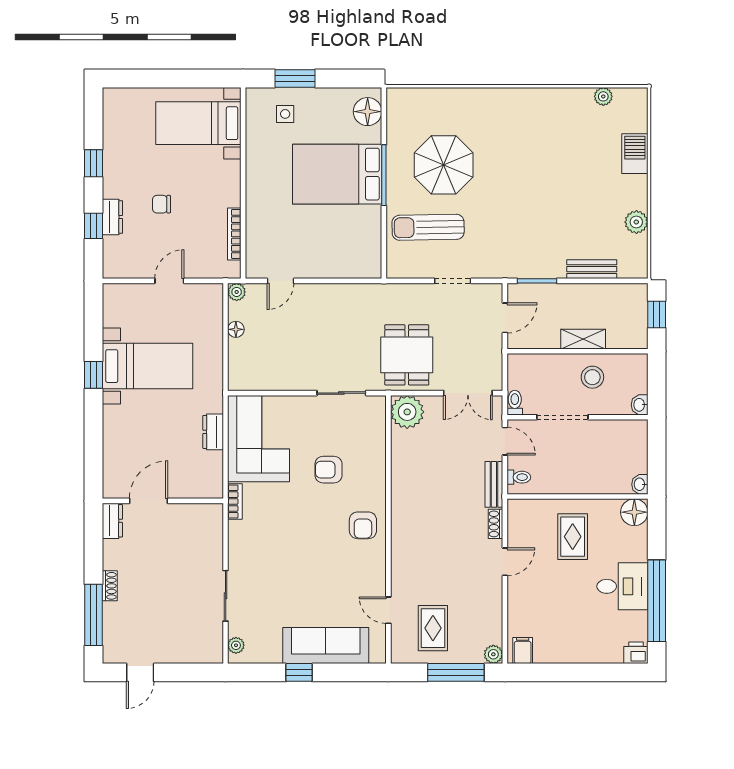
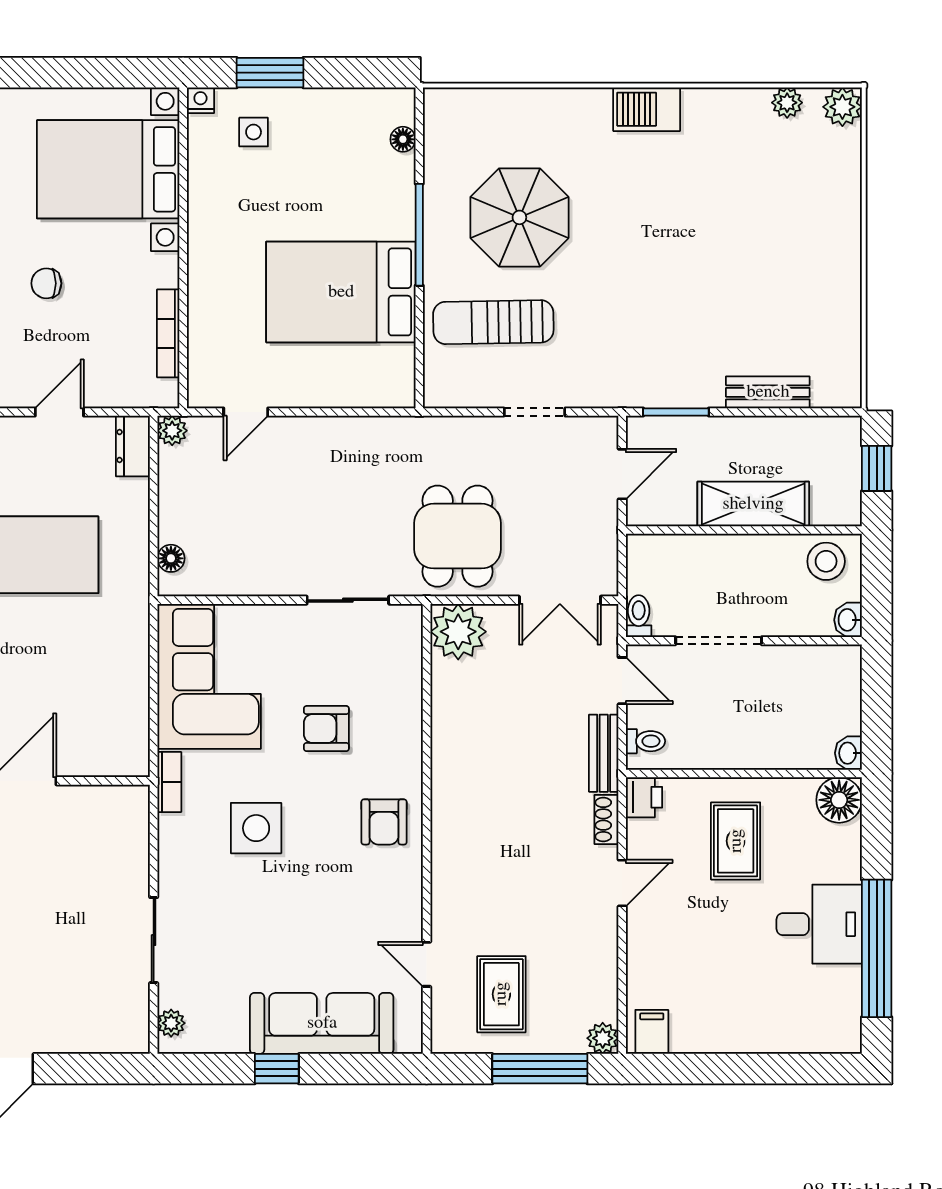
nightstand: (253, 95) -> (200, 100), added
floor lamp: (368, 112) -> (403, 139), width x0.53, depth x0.53
bed with nightstands: (198, 123) -> (108, 169), width x1.36
barbecue: (635, 154) -> (647, 109), moved, turned -90
bed: (337, 174) -> (341, 292), moved
plant: (636, 222) -> (842, 107), moved
floor lamp: (236, 329) -> (171, 558), moved
shelving: (583, 339) -> (753, 504), width x1.50, depth x1.33
stool: (592, 377) -> (826, 561), moved
dresser: (213, 432) -> (133, 446), moved
side table: (287, 529) -> (256, 828), added
printer: (636, 653) -> (644, 797), moved, turned 90

